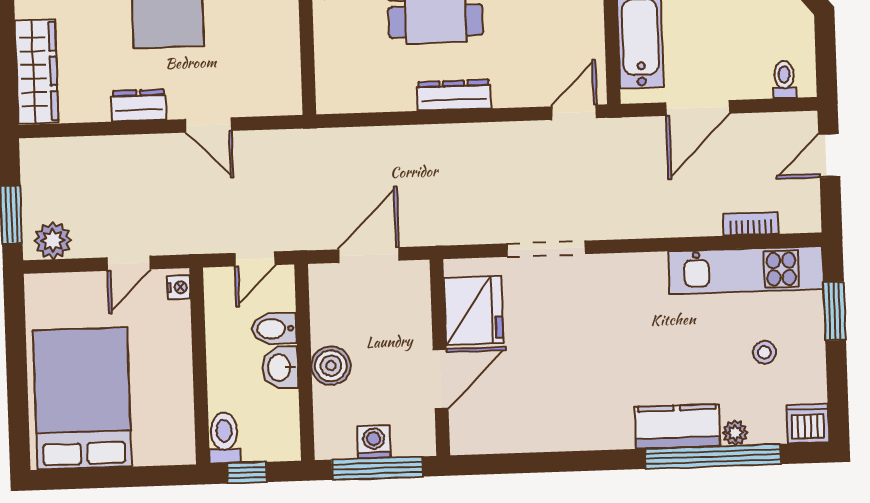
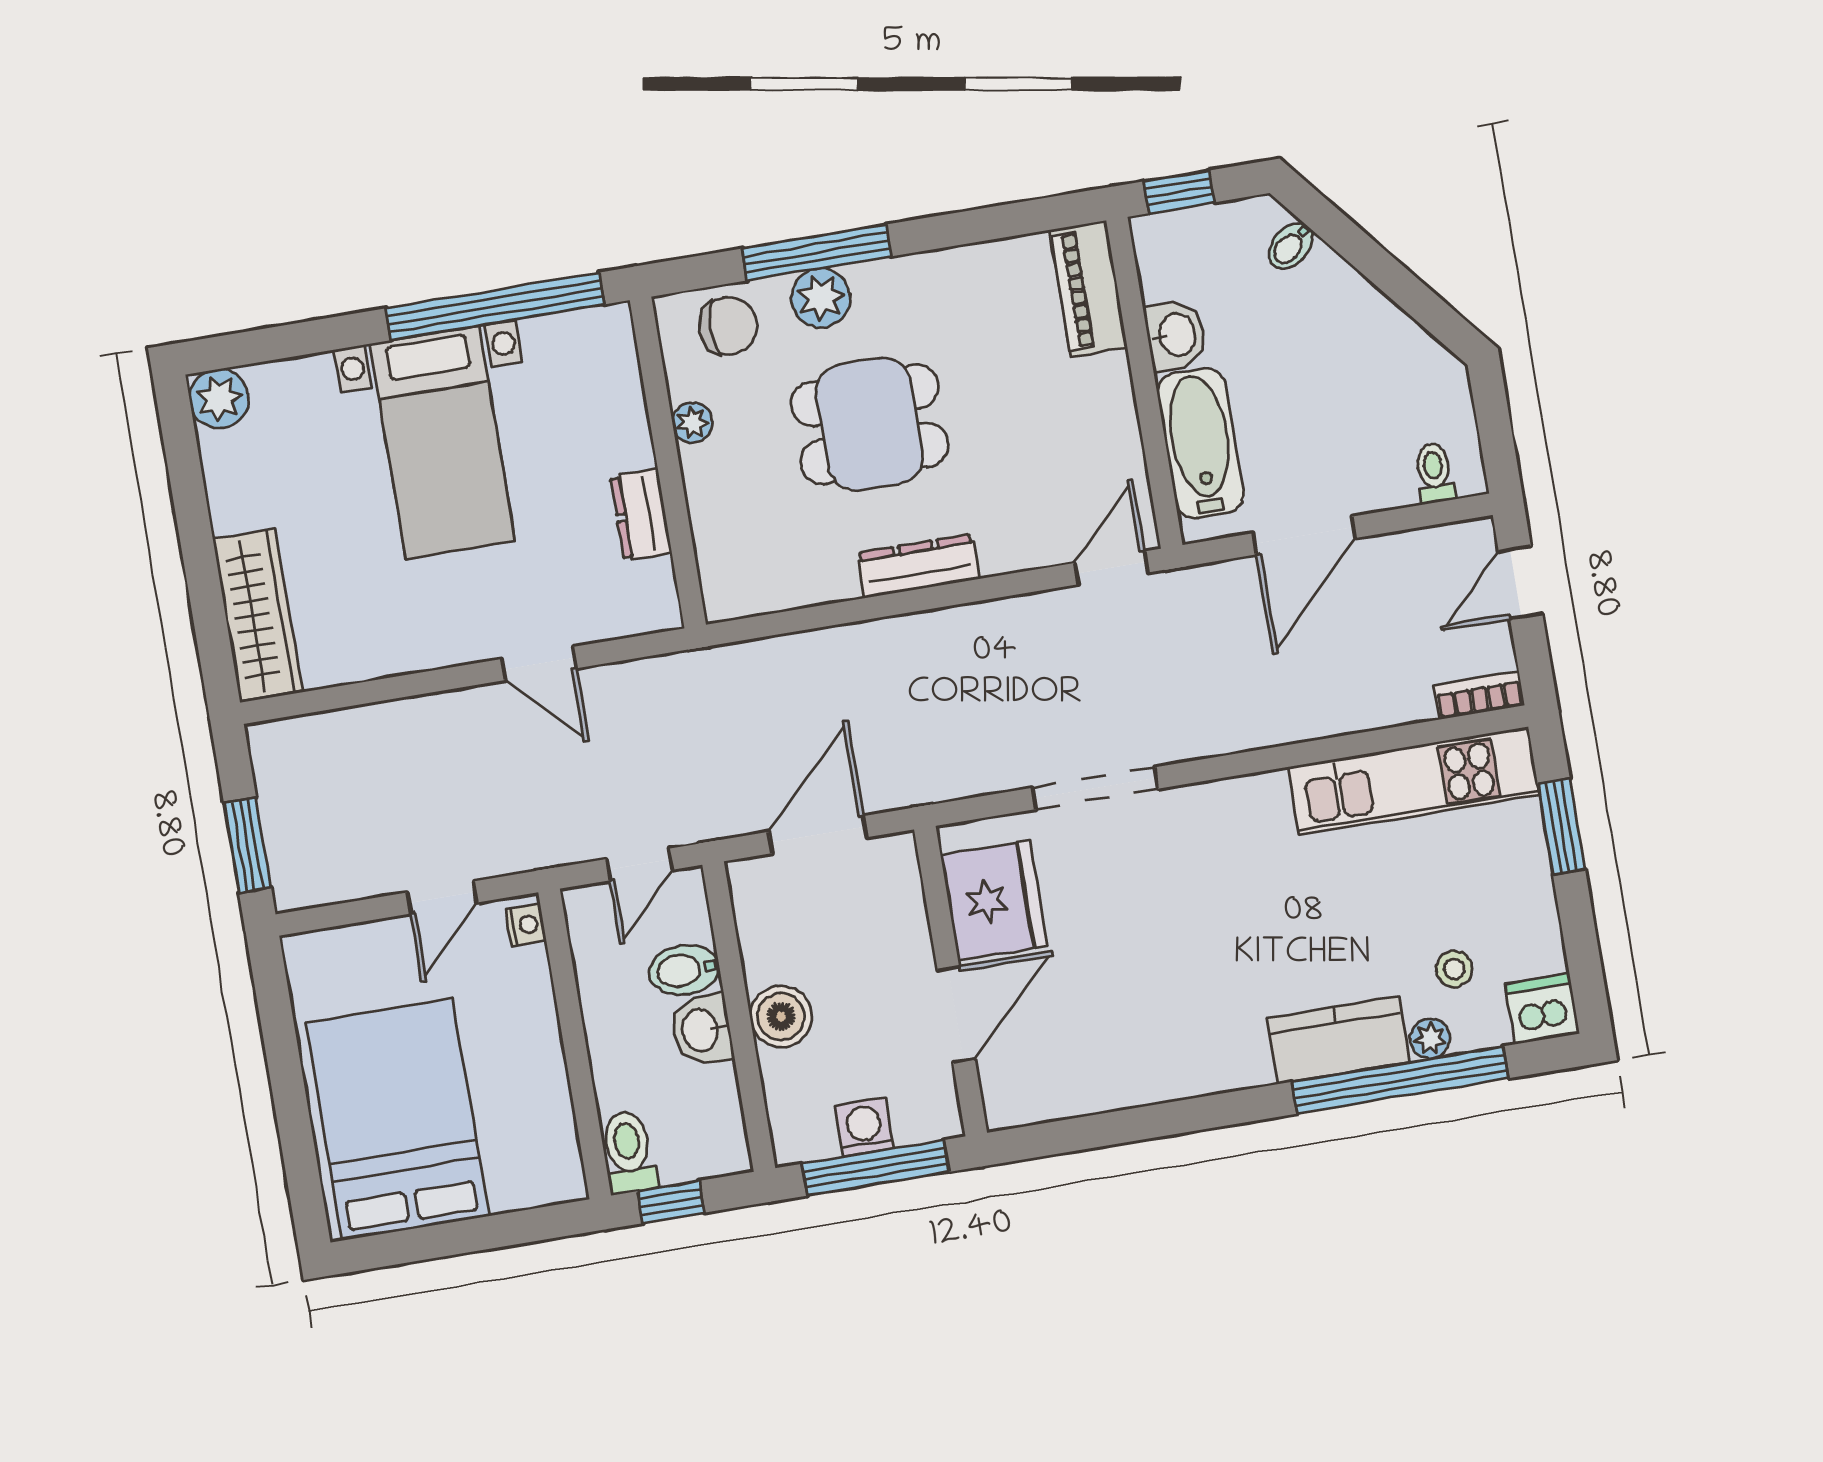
dresser: (139, 105) -> (641, 515), moved, turned -90
bookcase: (751, 224) -> (1479, 695), moved
plant: (53, 241) -> (318, 877), removed
stool: (764, 352) -> (1454, 969), moved

